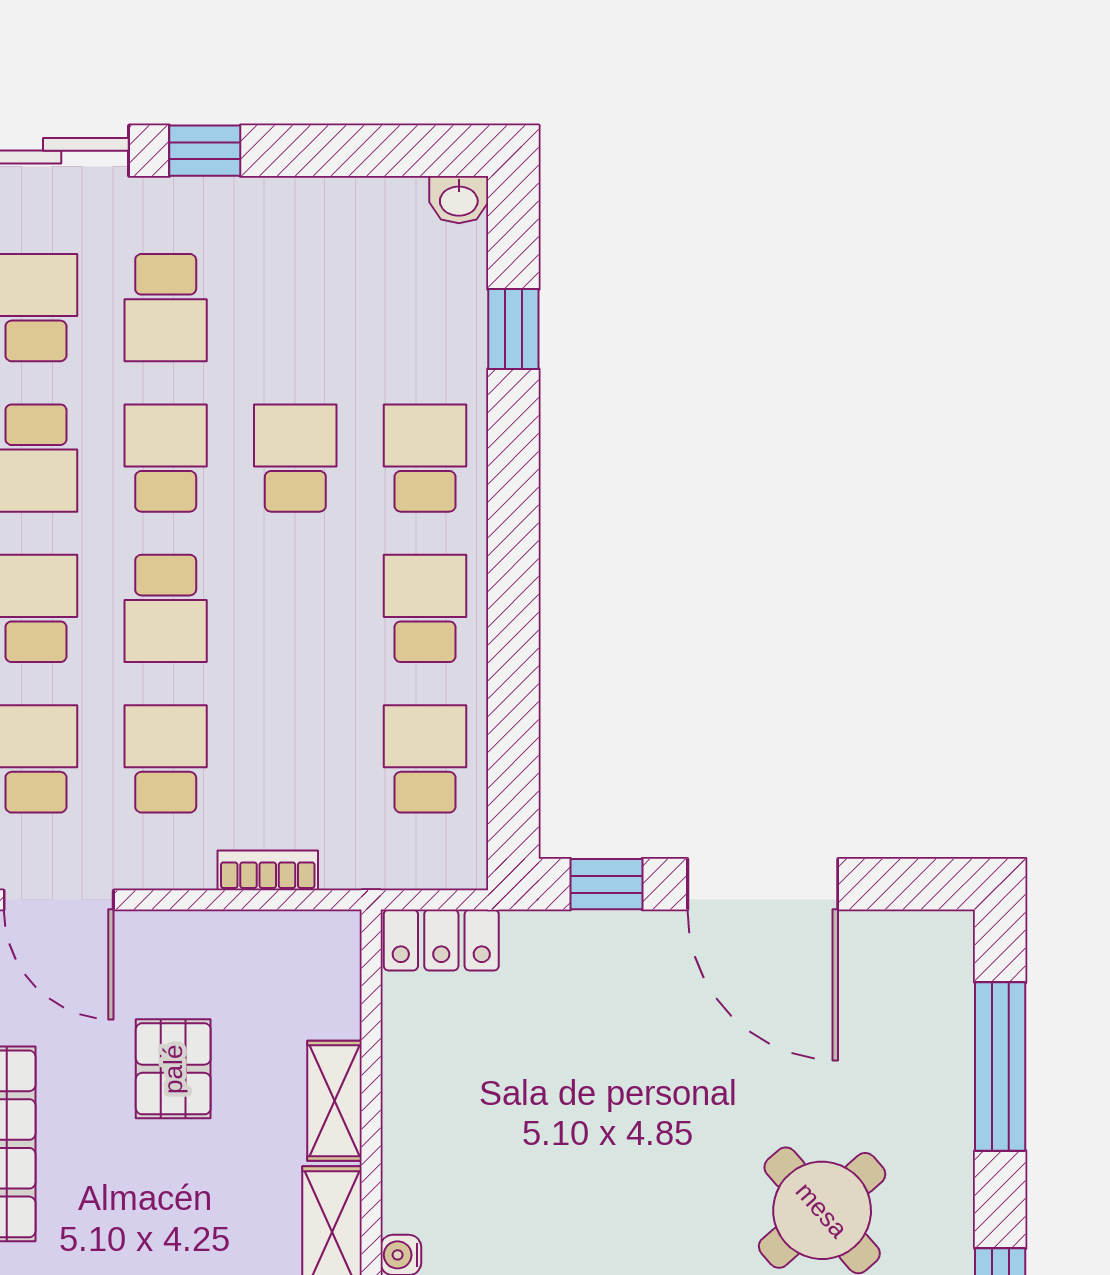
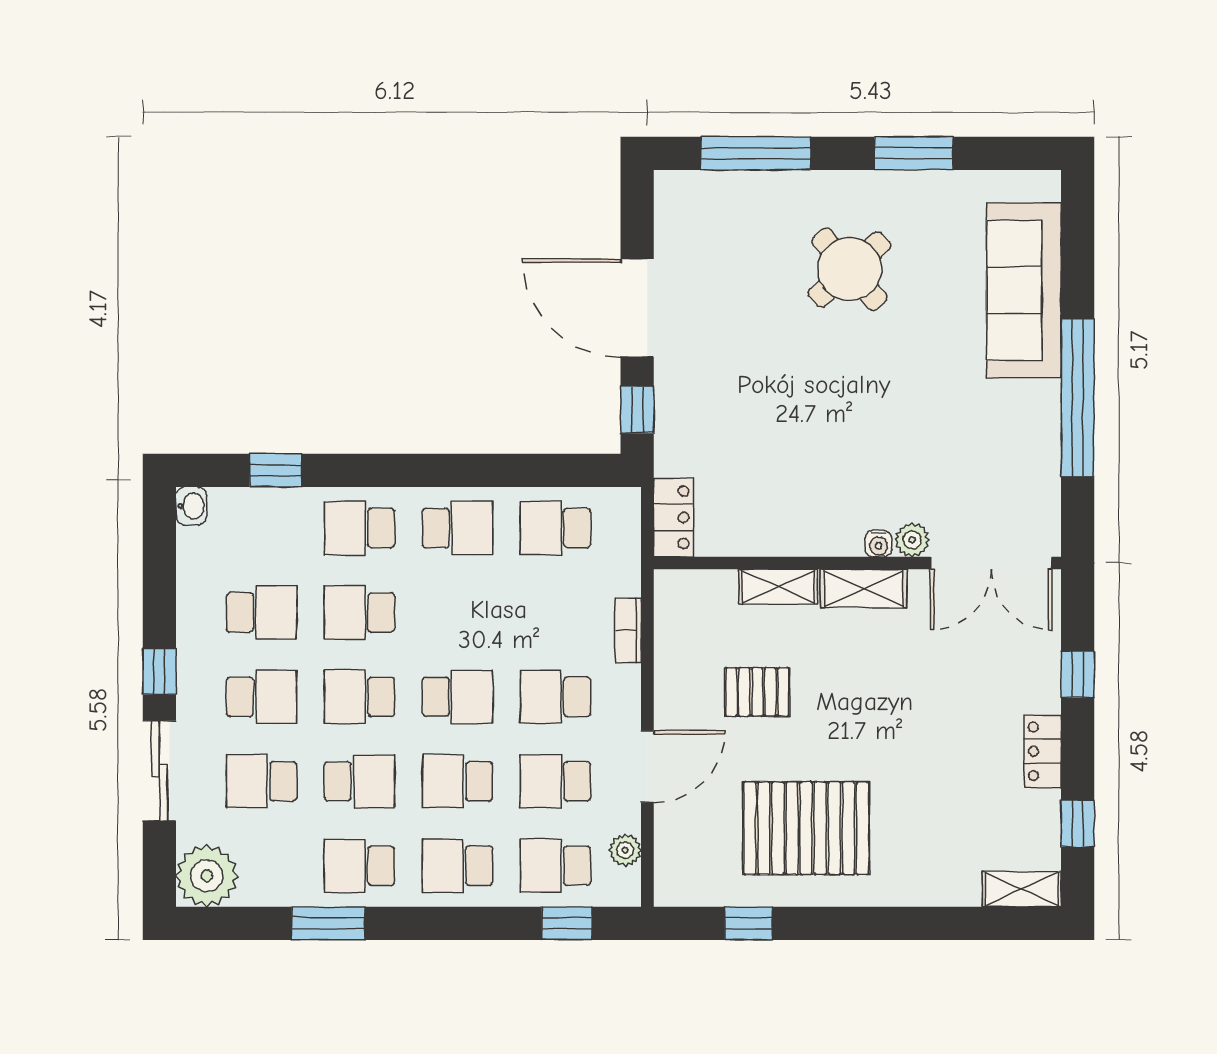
school desk: (295, 308) -> (262, 612), added
school desk: (425, 608) -> (457, 528), turned 180
door: (763, 884) -> (637, 308), swing flipped

